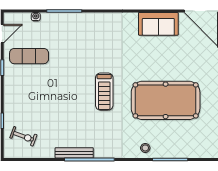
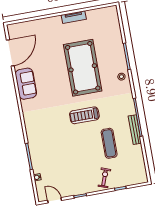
exercise mat: (29, 56) -> (109, 143), moved
treadmill: (104, 92) -> (84, 115), turned 180
exercise bike: (23, 136) -> (104, 178), moved

